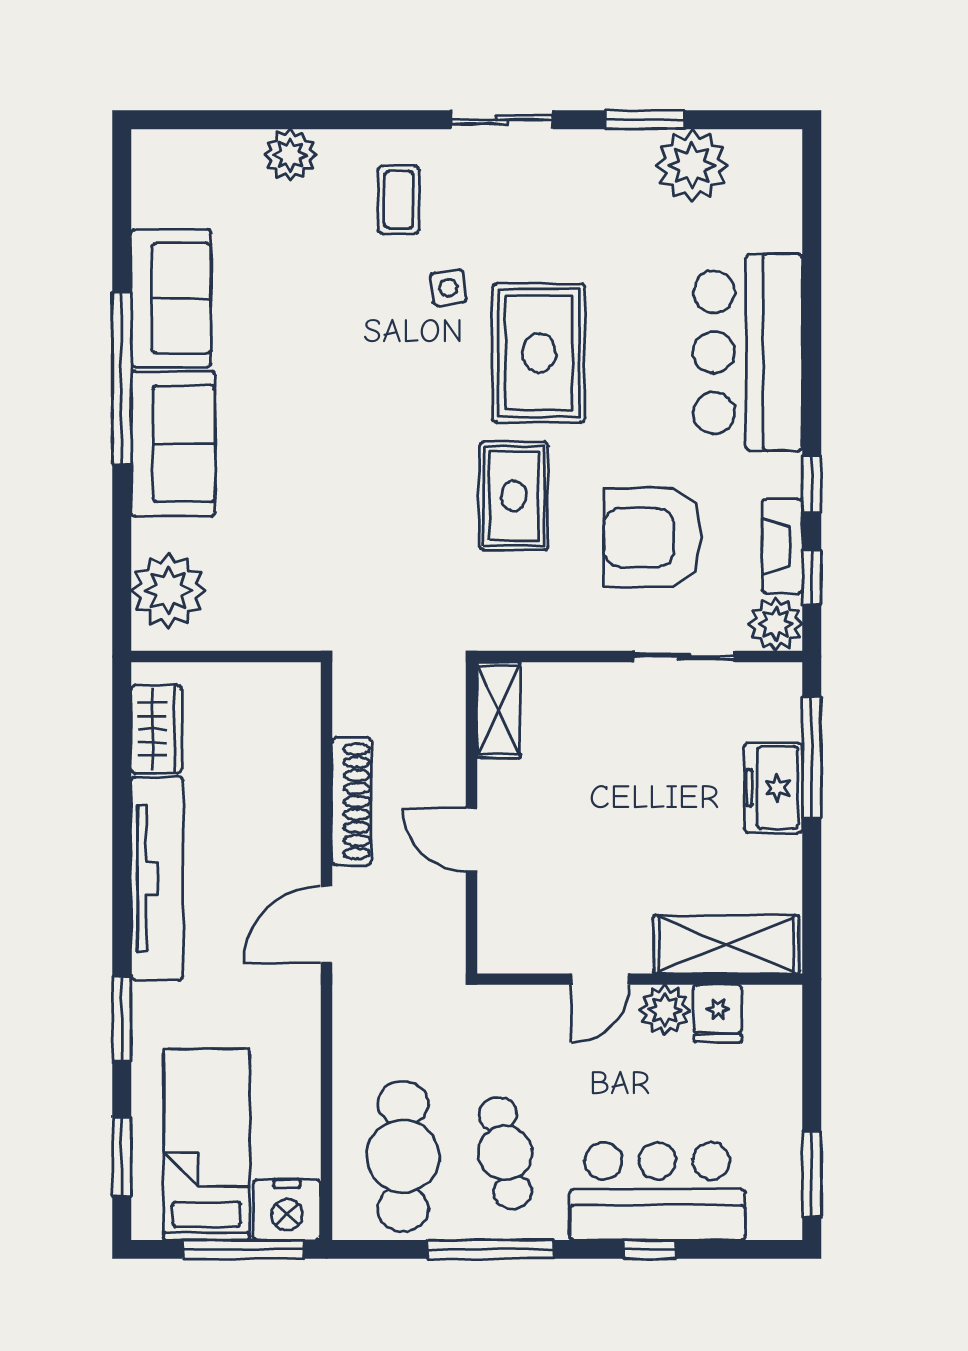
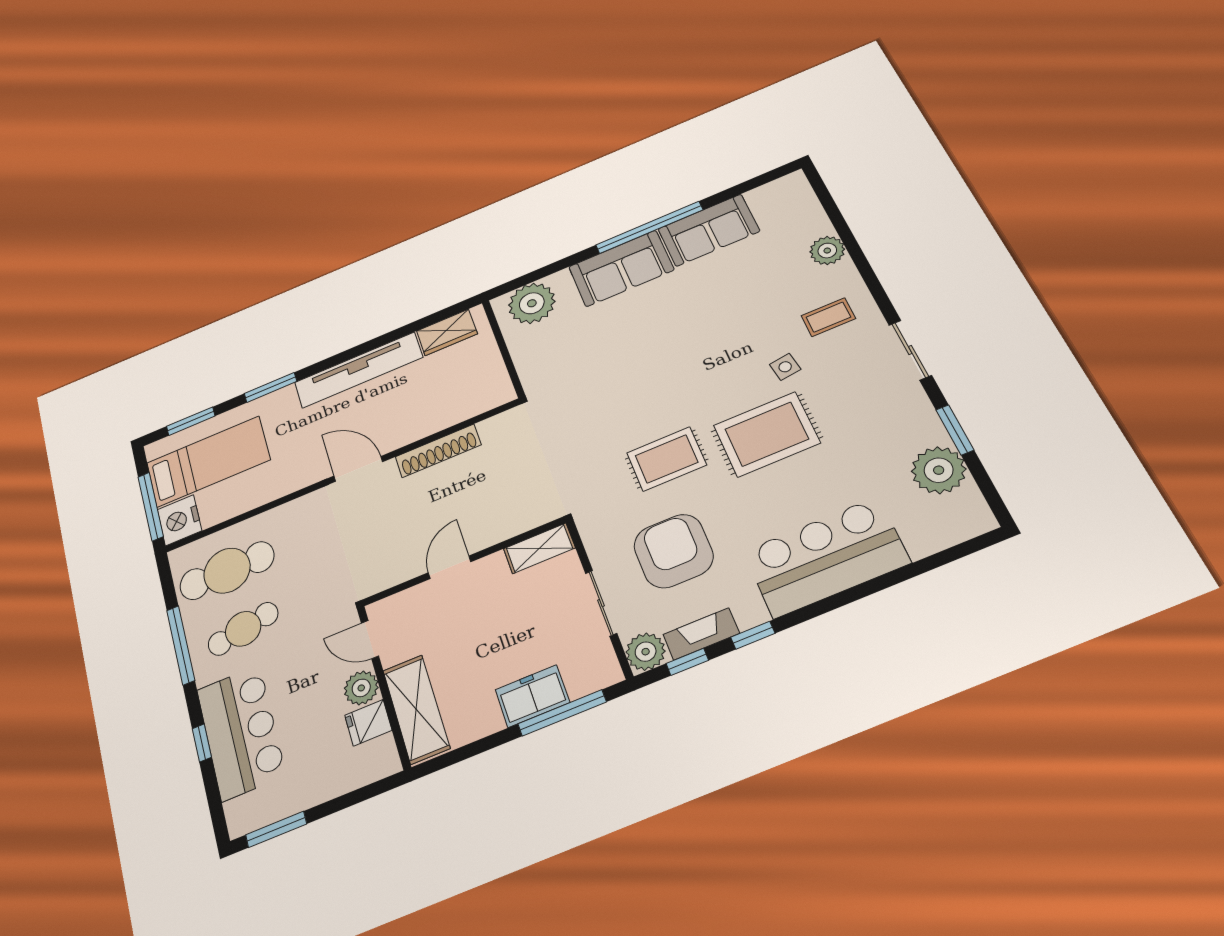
shelving: (499, 710) -> (539, 548), moved
wall: (471, 818) -> (464, 561), moved
door: (471, 840) -> (450, 567), moved

